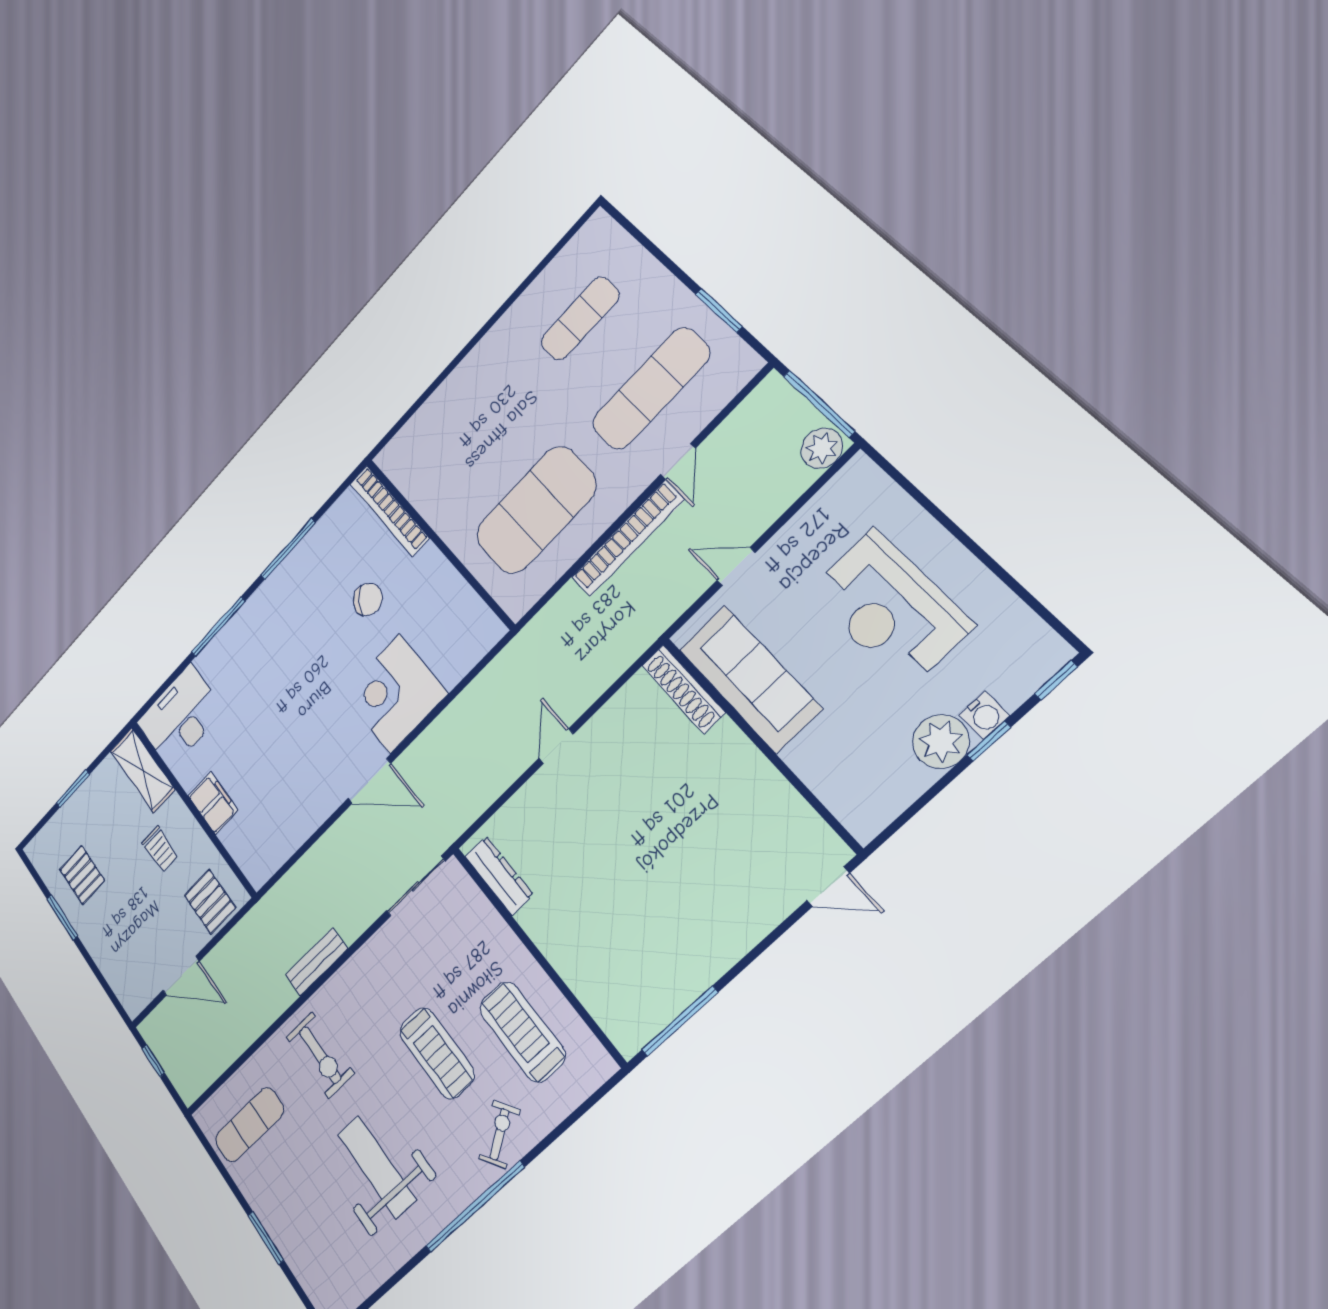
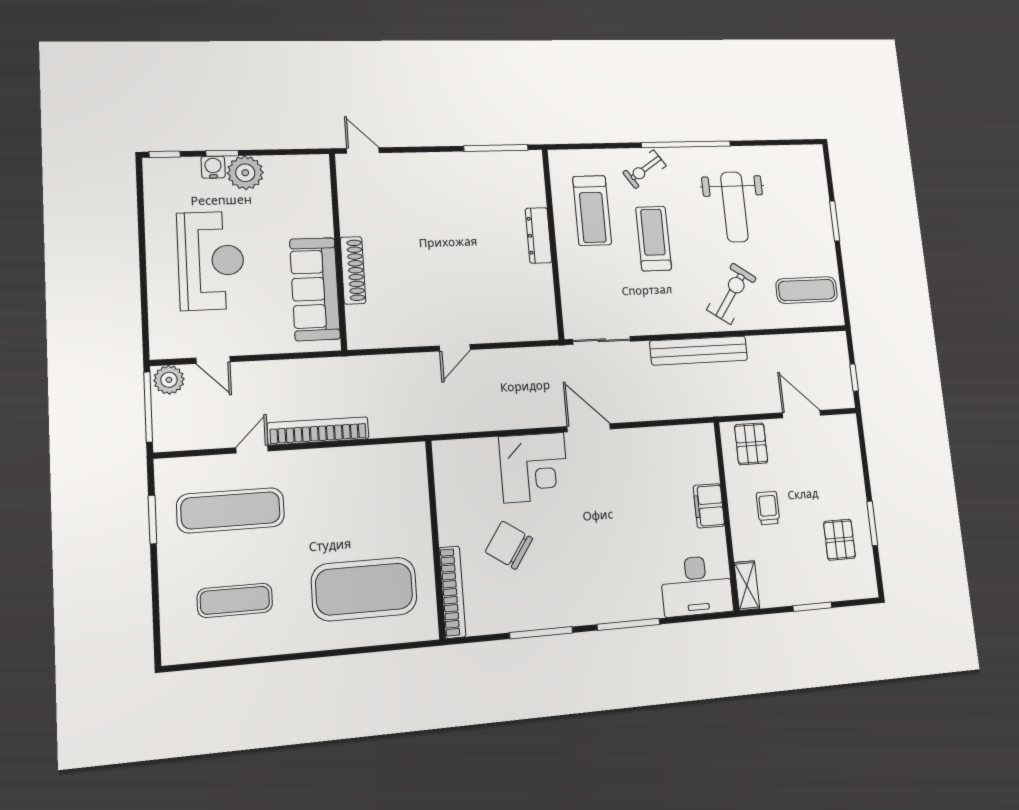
exercise mat: (536, 510) -> (364, 589), moved
door: (736, 567) -> (213, 360), moved
chair: (368, 599) -> (509, 545), width x1.37, depth x1.37
shoe rack: (683, 689) -> (353, 270), moved
shelving: (142, 770) -> (747, 586), width x0.67, depth x0.75
dresser: (499, 876) -> (539, 235), moved
bench: (317, 962) -> (699, 351), width x1.86, depth x1.21
exercise bike: (320, 1055) -> (732, 294), turned 35

